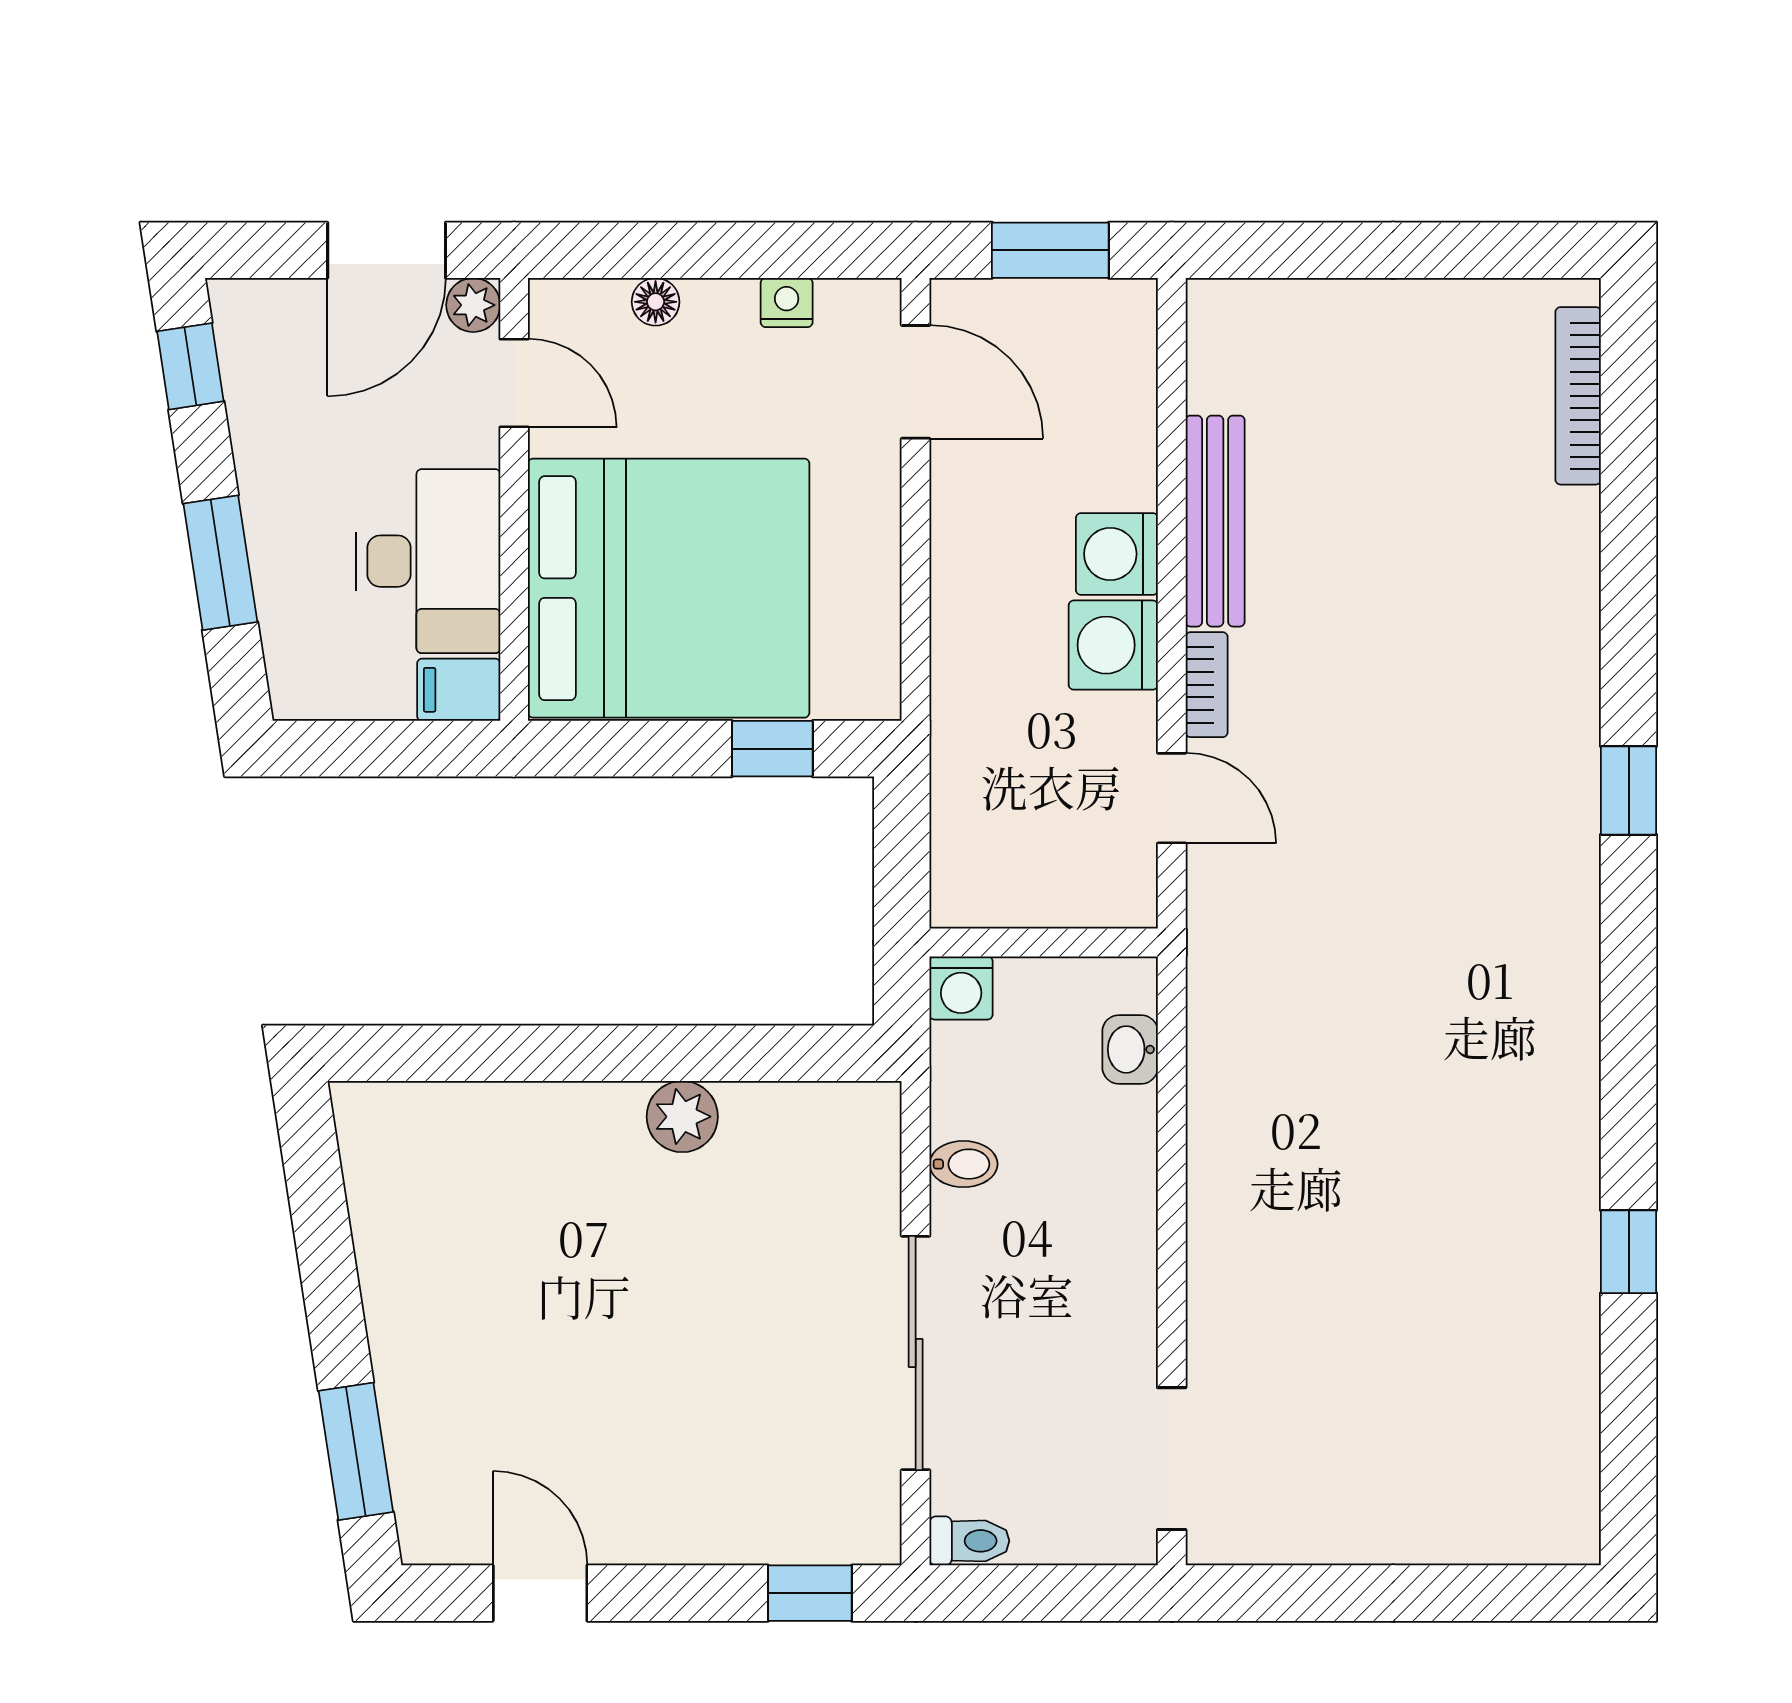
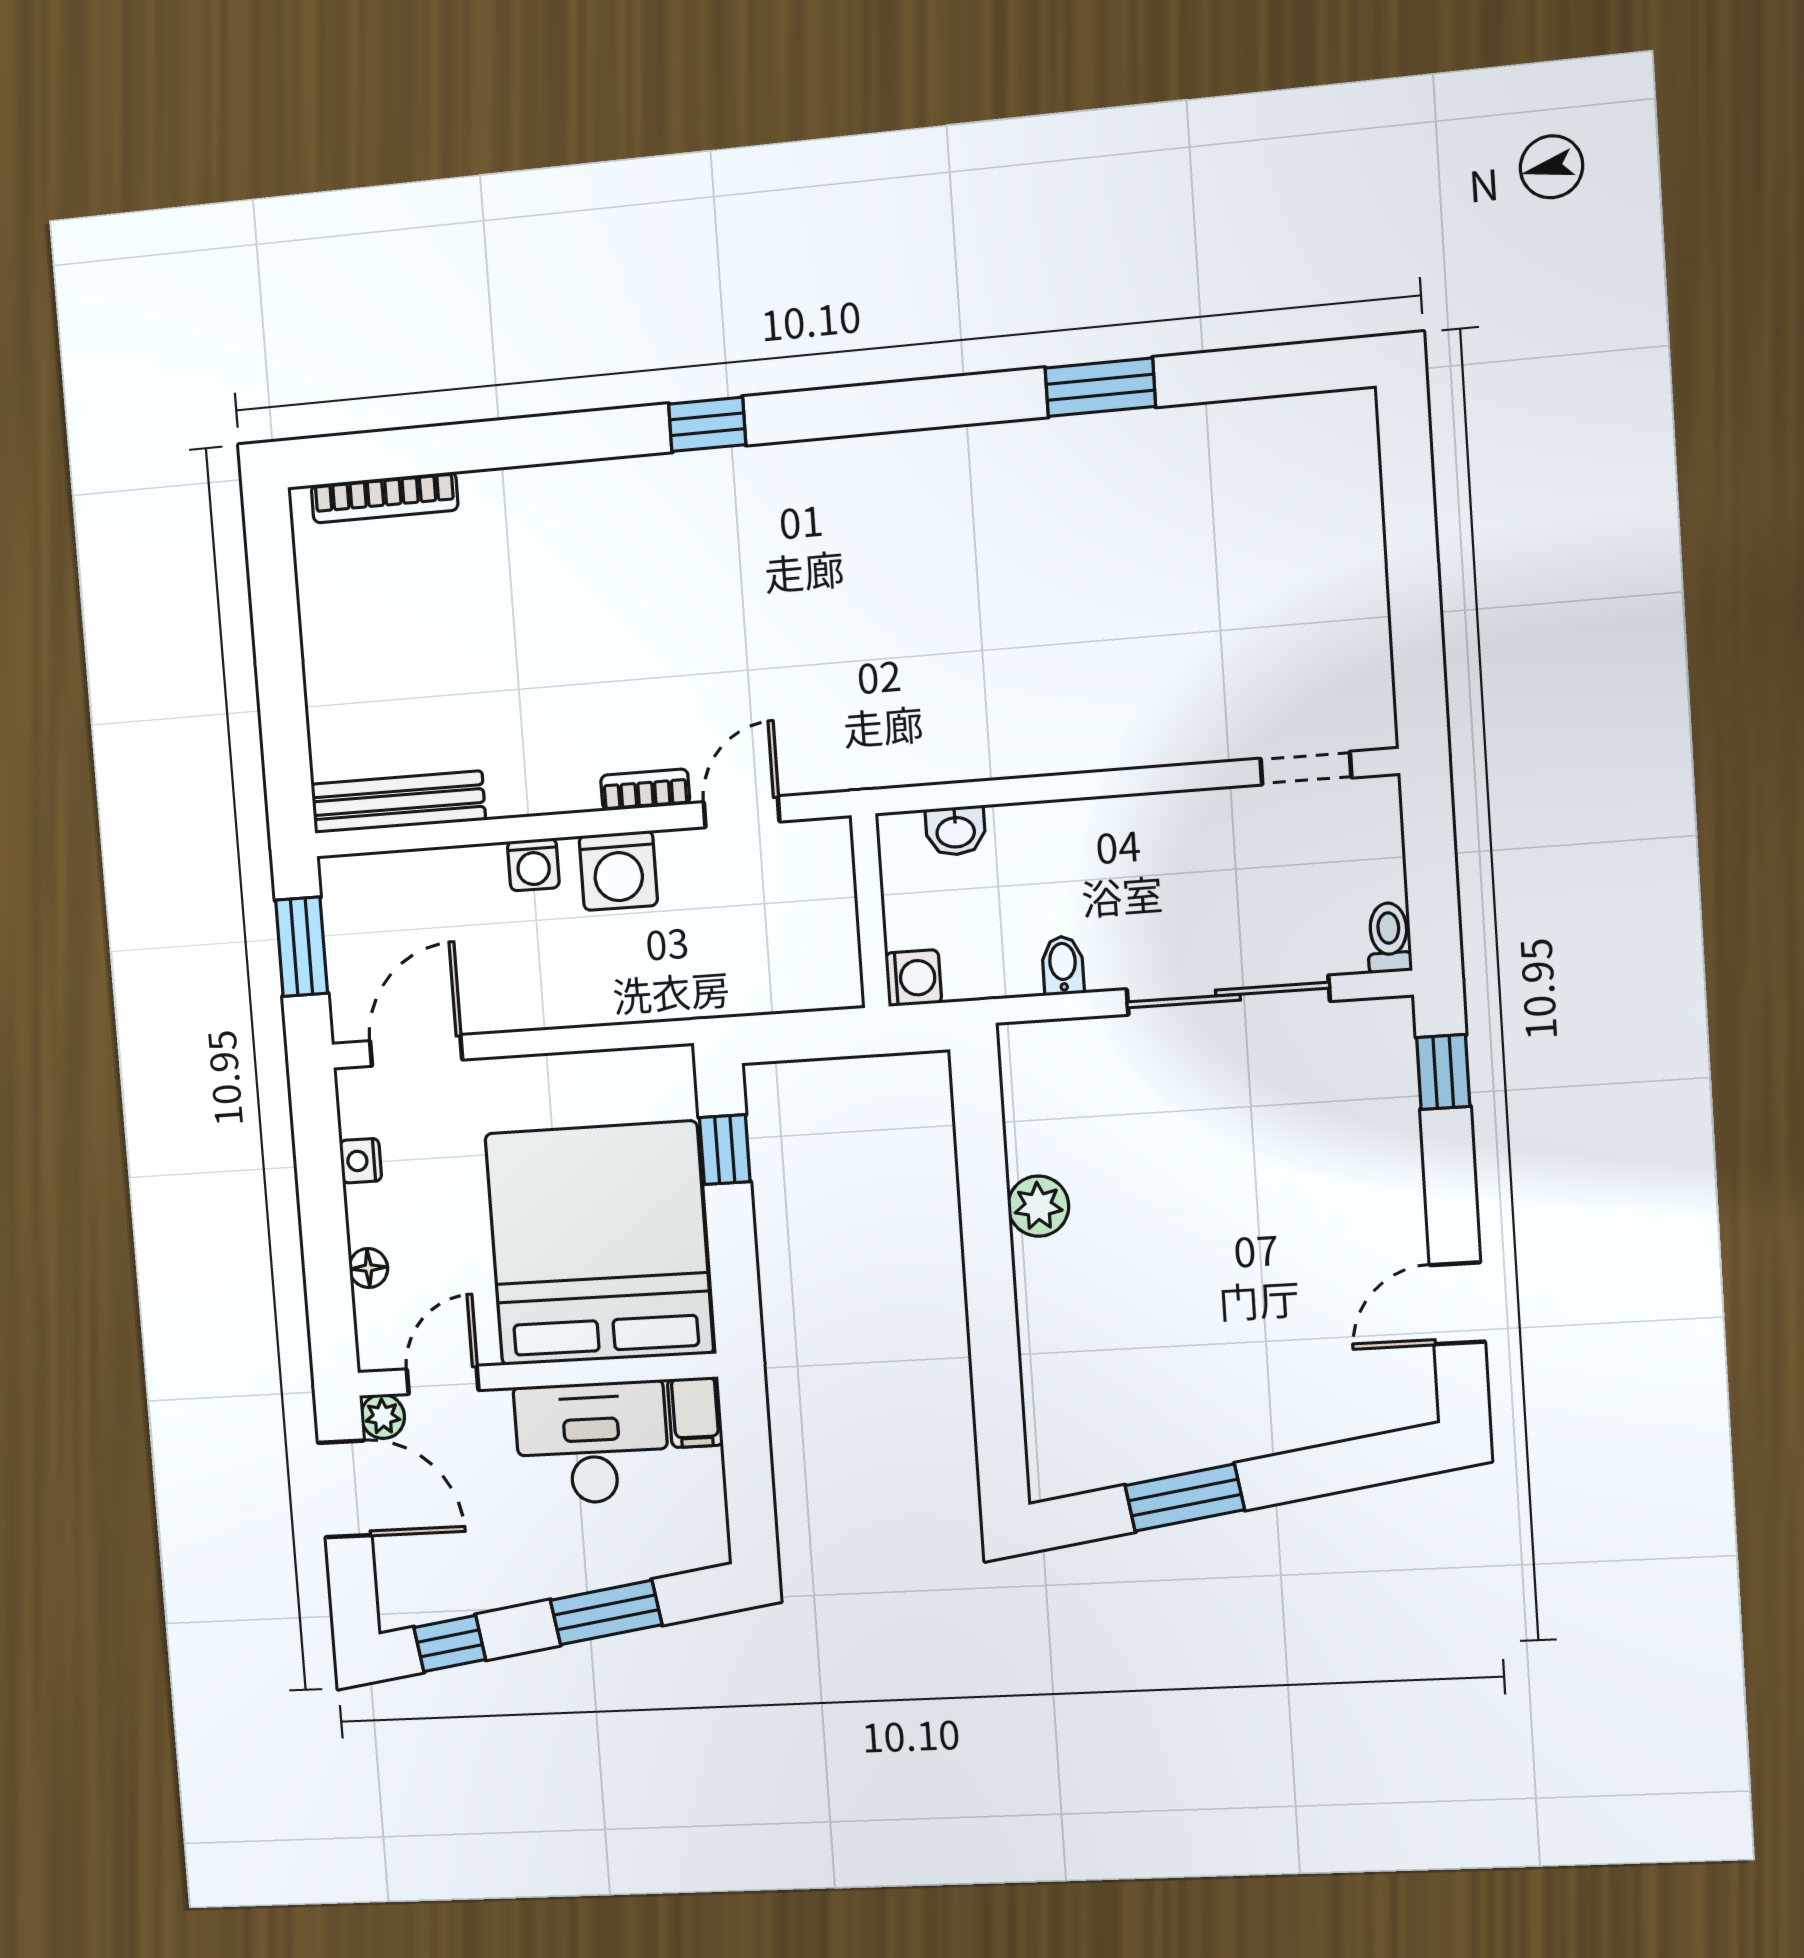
bench: (1215, 521) -> (398, 802), moved
washing machine: (1117, 554) -> (533, 865), width x0.73, depth x0.73
window: (1629, 1252) -> (1100, 387), width x1.50
window: (356, 1451) -> (1185, 1498), moved
doorway: (1172, 1459) -> (1306, 768), width x0.73

